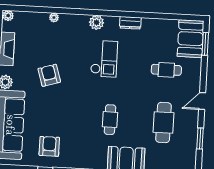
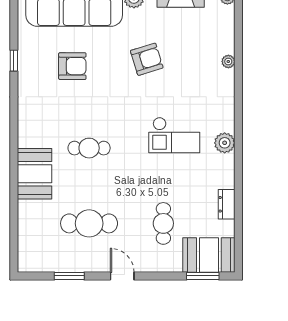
plant: (96, 22) -> (225, 143), moved
dresser: (130, 23) -> (227, 204), moved
armchair: (49, 146) -> (72, 66), moved

